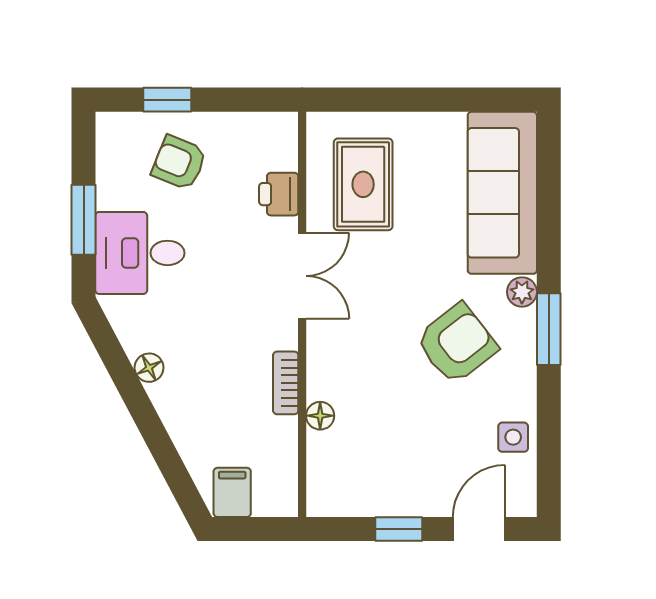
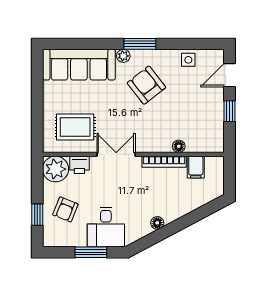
plant: (269, 141) -> (55, 169), added
bookcase: (286, 383) -> (164, 162), width x1.56
filing cabinet: (232, 492) -> (196, 167), moved, turned -90
door: (479, 529) -> (229, 75), hinge flipped

